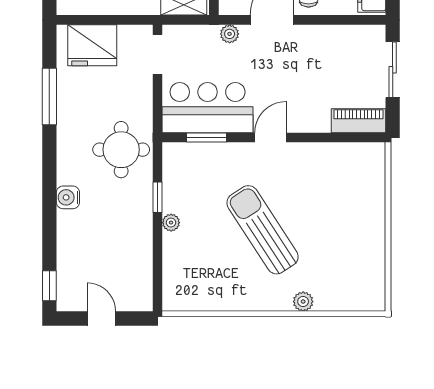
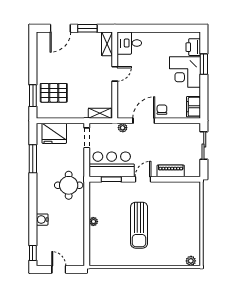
piano: (359, 121) -> (171, 171), moved
water cooler: (68, 197) -> (42, 220), moved
window: (158, 197) -> (87, 209), removed
sun lounger: (263, 230) -> (139, 225), turned -147
plant: (303, 302) -> (191, 261), moved

